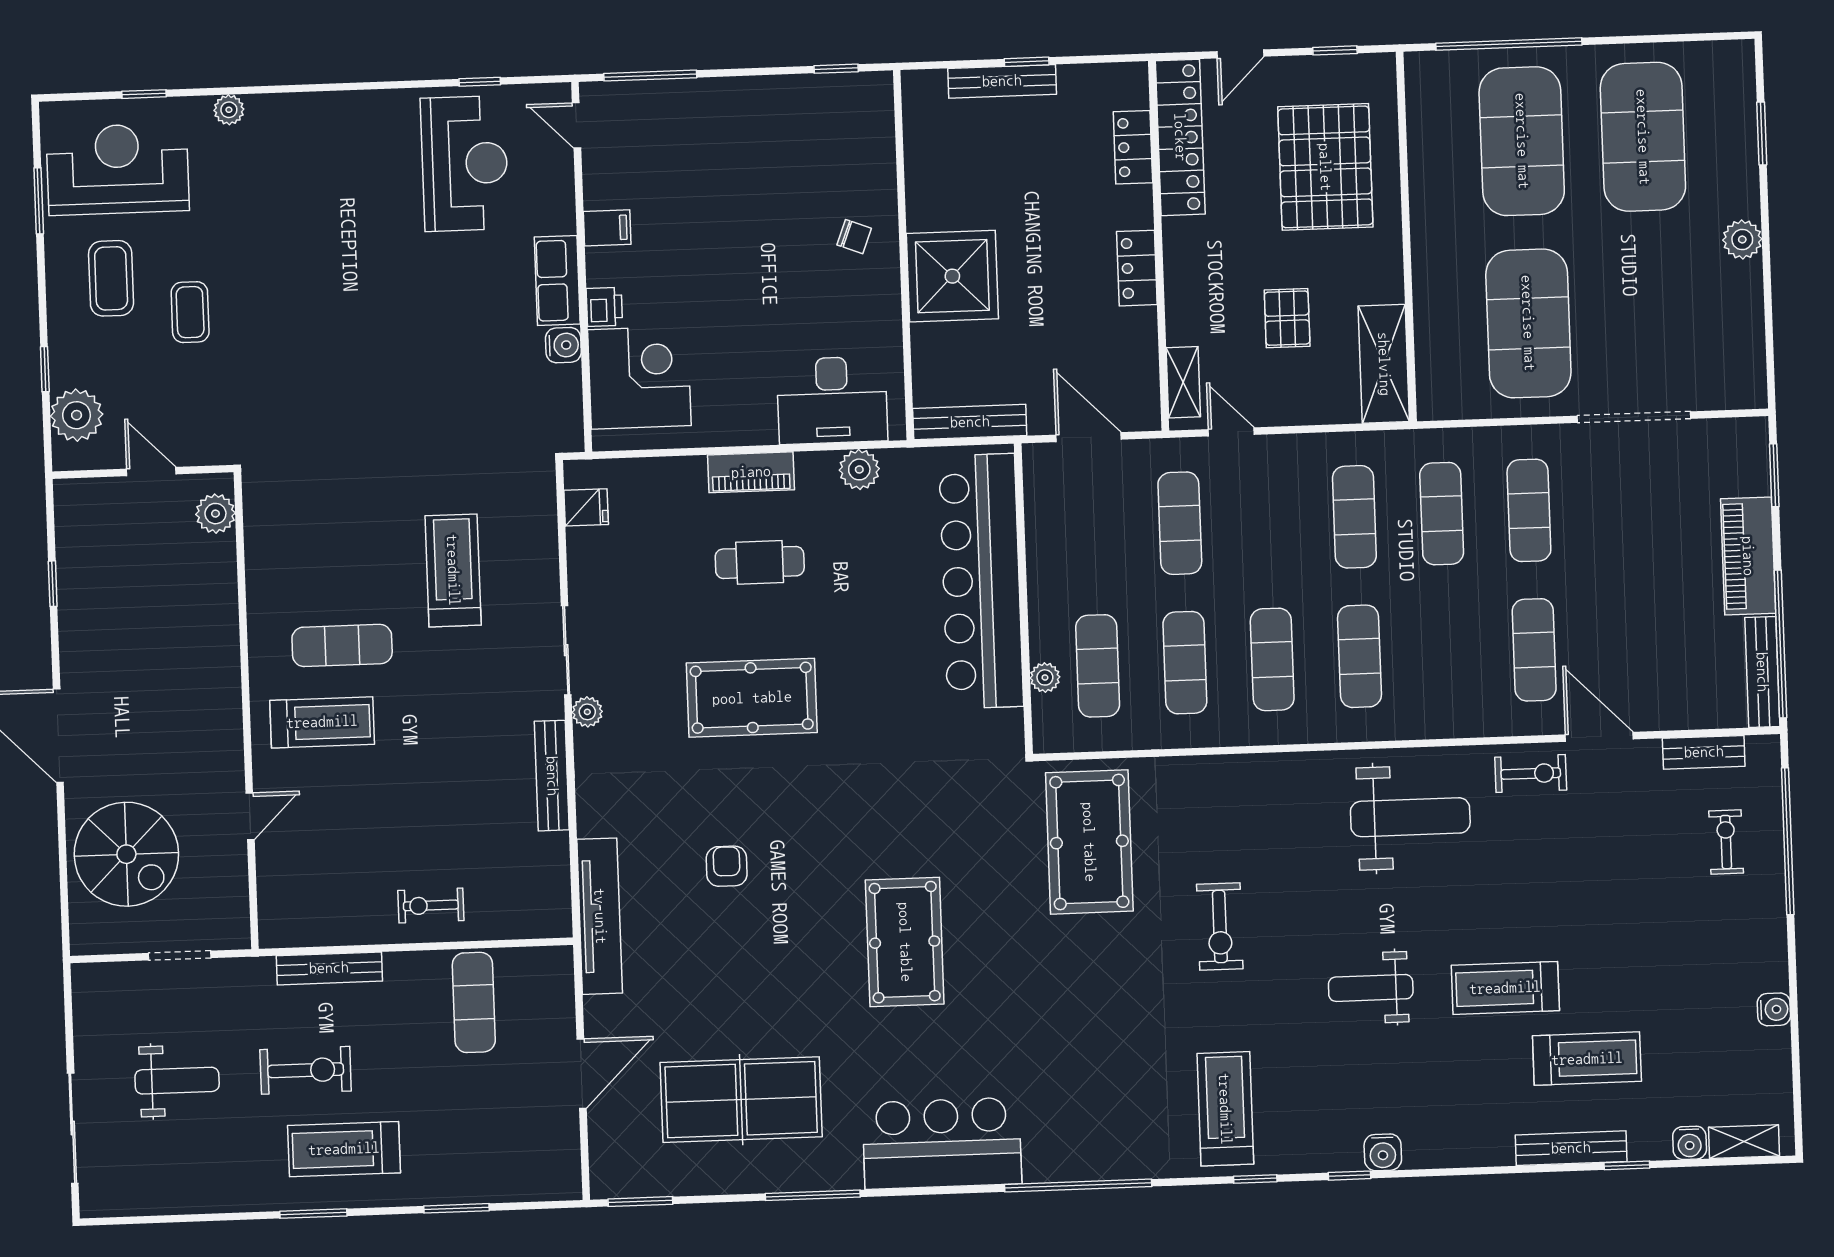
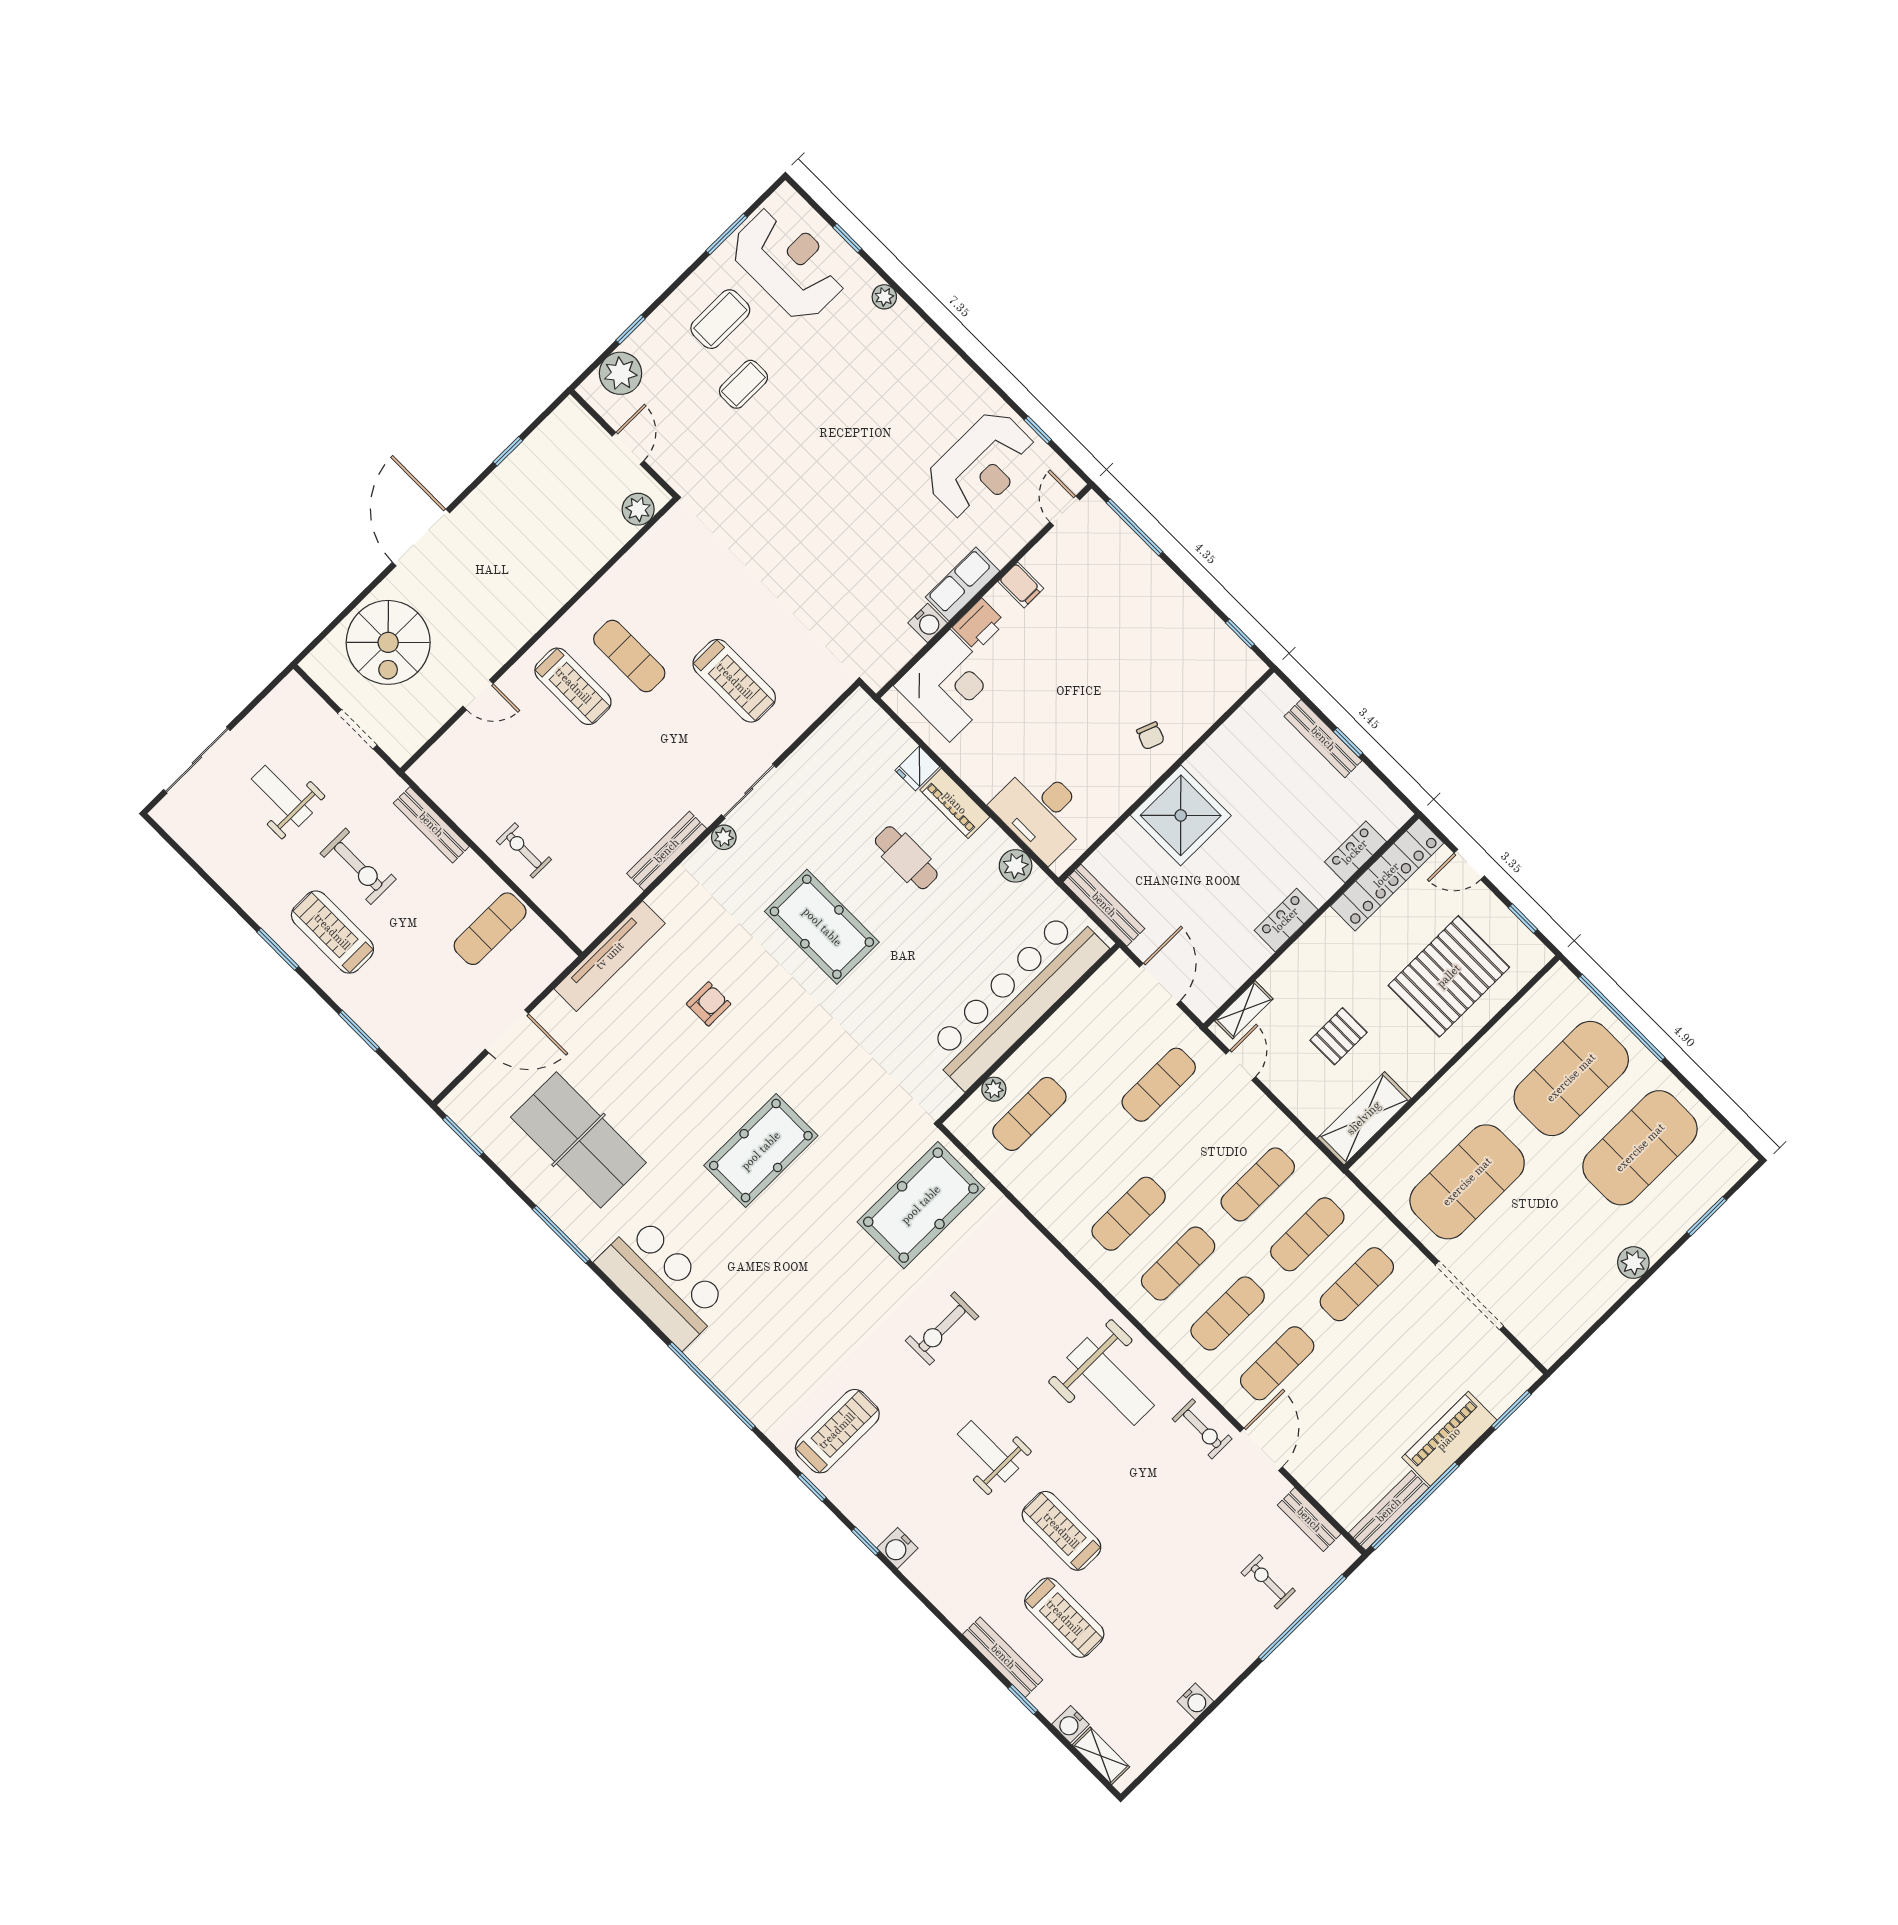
printer: (604, 307) -> (979, 625), width x1.36, depth x1.24
fridge: (586, 507) -> (917, 768), moved, turned 90
treadmill: (453, 570) -> (734, 681), turned 90
exercise mat: (1185, 663) -> (1228, 1313), moved
exercise bike: (1726, 842) -> (1268, 1582), turned -90
weight bench: (177, 1081) -> (282, 796), turned 180

